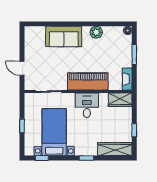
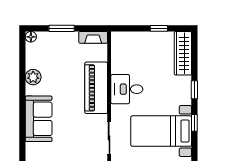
wardrobe: (120, 100) -> (120, 46), removed
window: (42, 158) -> (194, 123), moved

